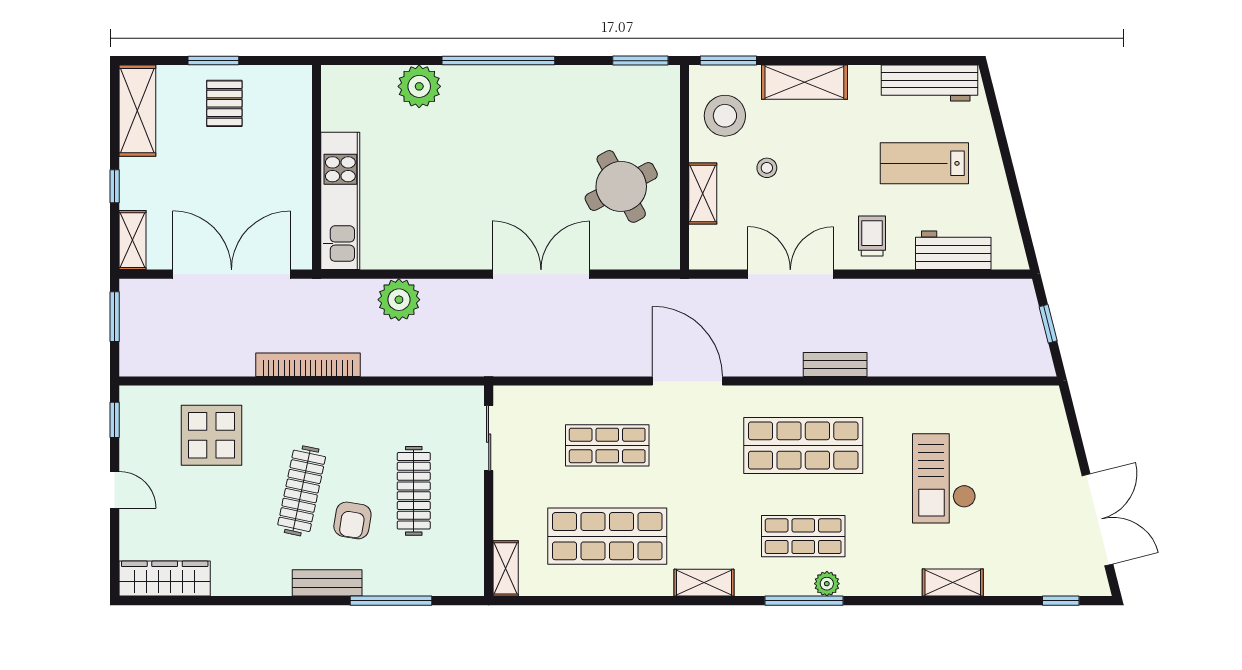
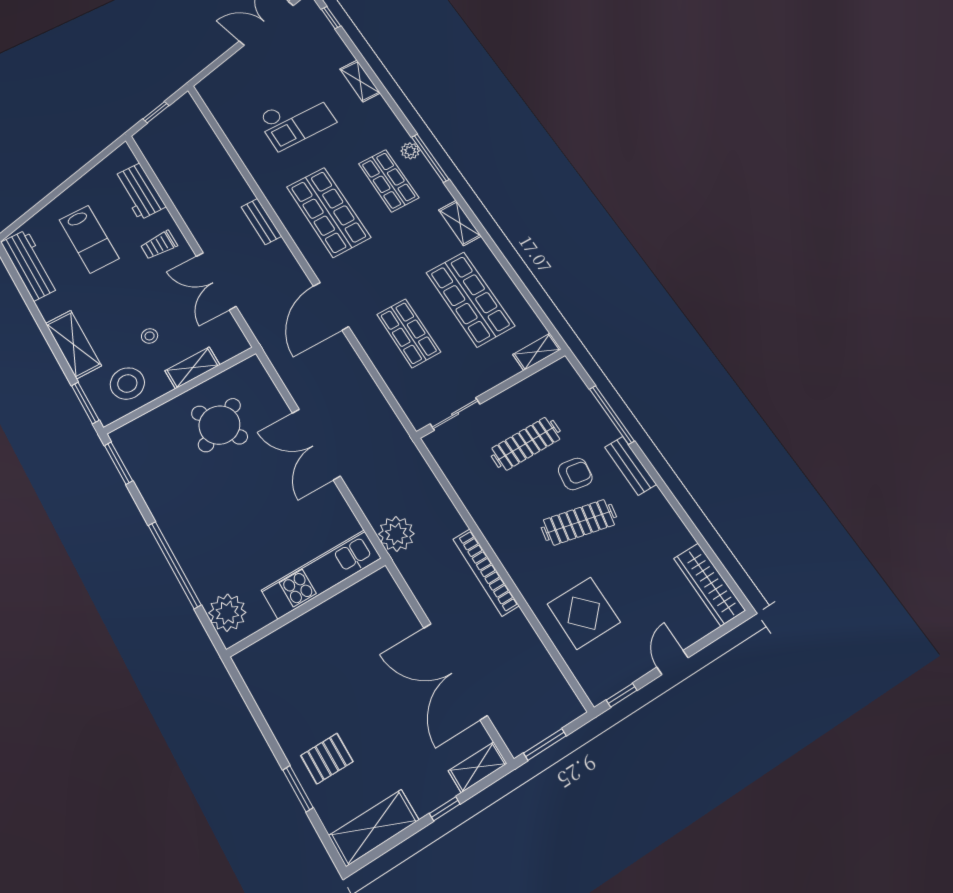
wall: (317, 167) -> (307, 607), moved
kitchen unit: (340, 201) -> (322, 574), moved

